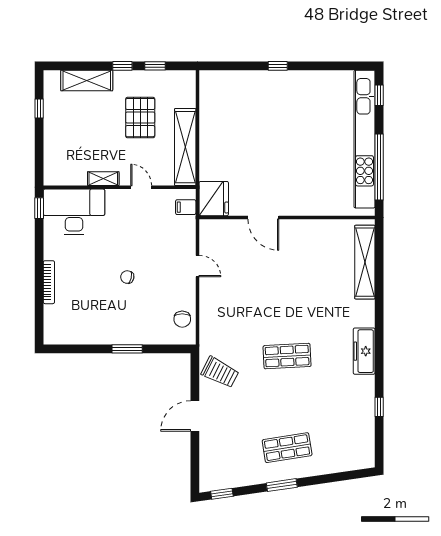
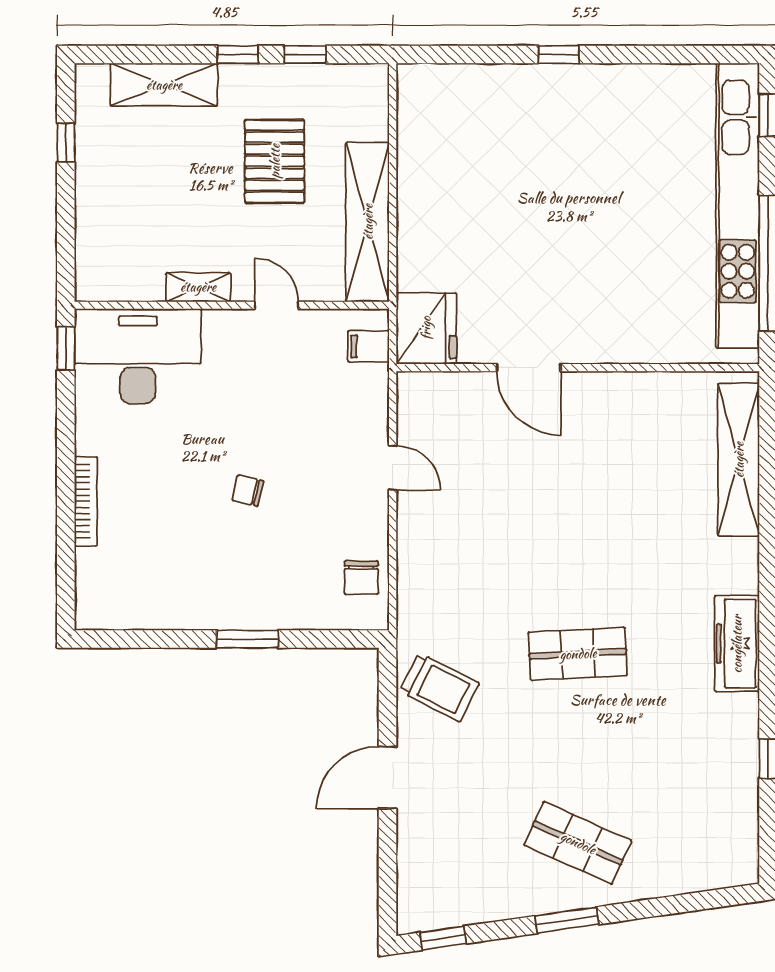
shop shelf: (287, 448) -> (578, 843), turned 33

